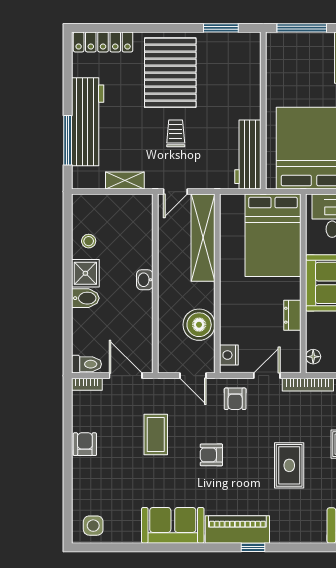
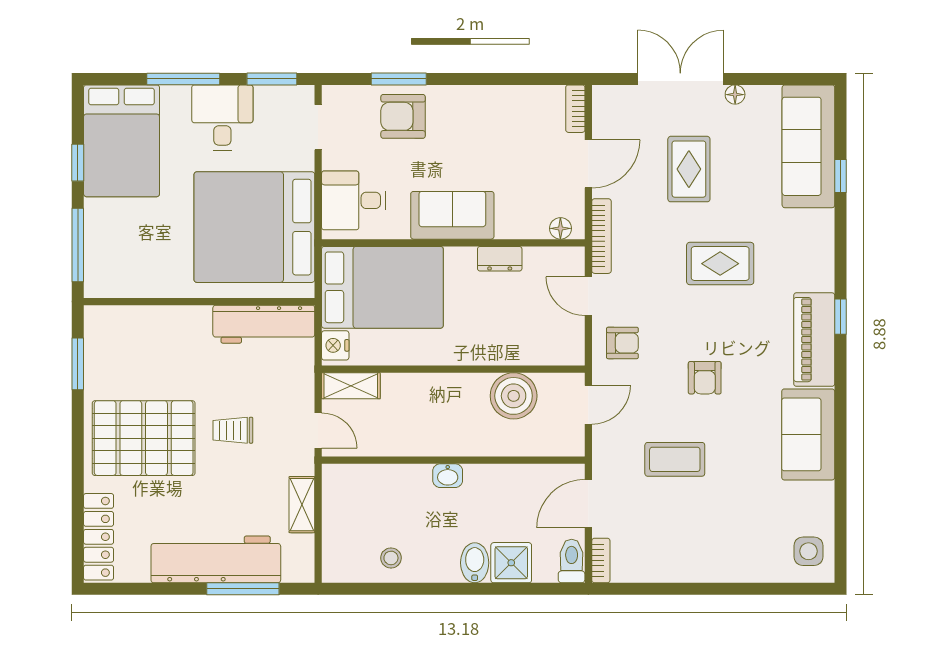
shelving: (203, 238) -> (351, 386), width x0.45, depth x0.75
shower: (85, 273) -> (511, 563), moved
nightstand: (229, 355) -> (335, 345), moved, turned 90
armchair: (85, 444) -> (689, 563), removed

